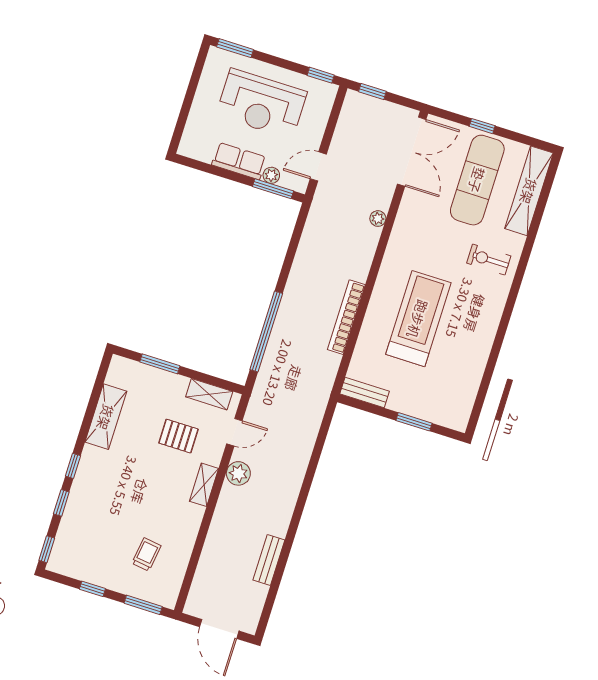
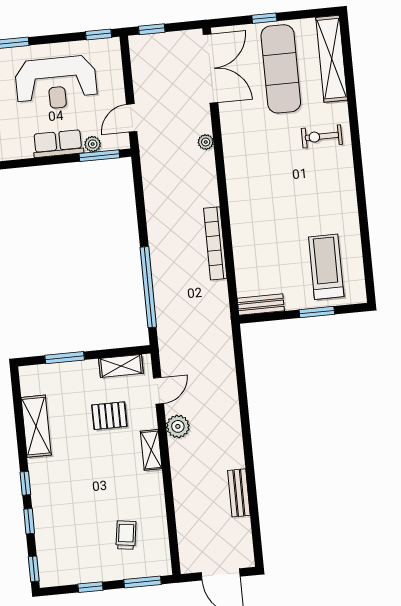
treadmill: (418, 319) -> (326, 267), moved, width x0.73, depth x0.73

